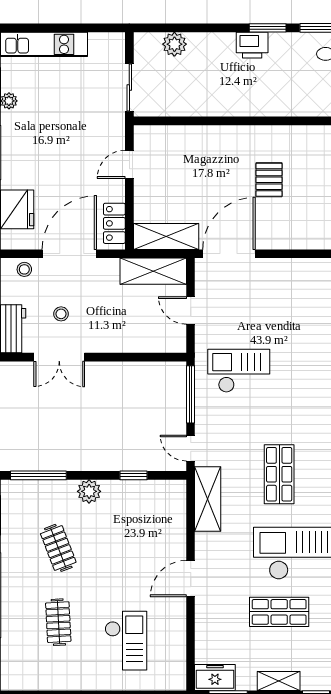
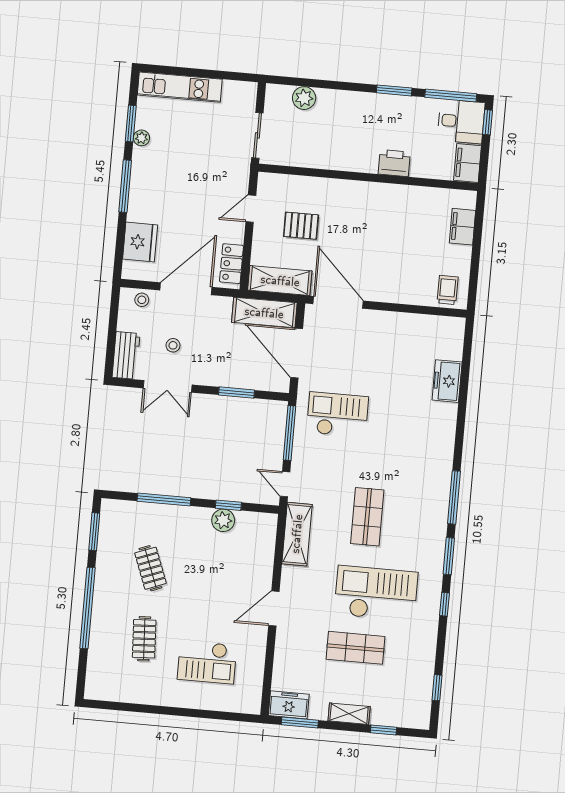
printer: (252, 45) -> (394, 163), moved, turned 180
pallet: (269, 180) -> (301, 226), moved, turned 90
door: (229, 254) -> (338, 302), hinge flipped
door: (191, 310) -> (297, 353), width x1.87
window: (132, 357) -> (237, 393), added
window: (38, 475) -> (164, 500), moved
plant: (89, 491) -> (223, 520), moved
checkout: (126, 641) -> (207, 662), turned 90

